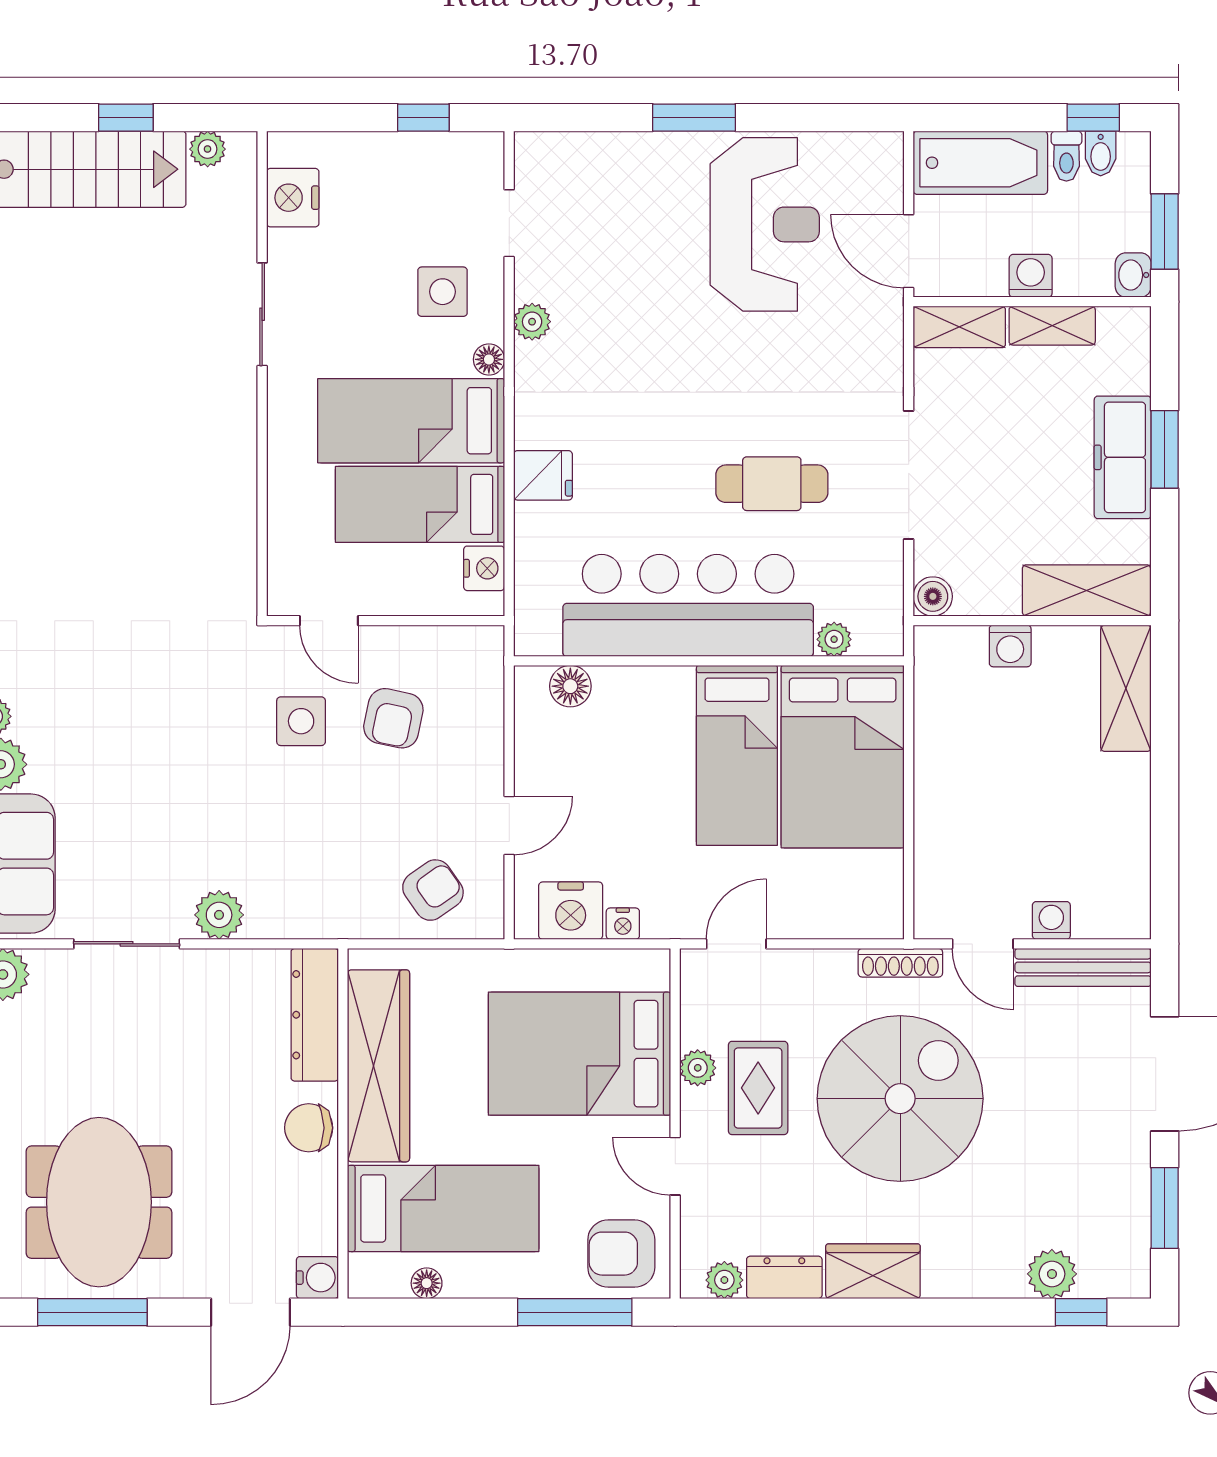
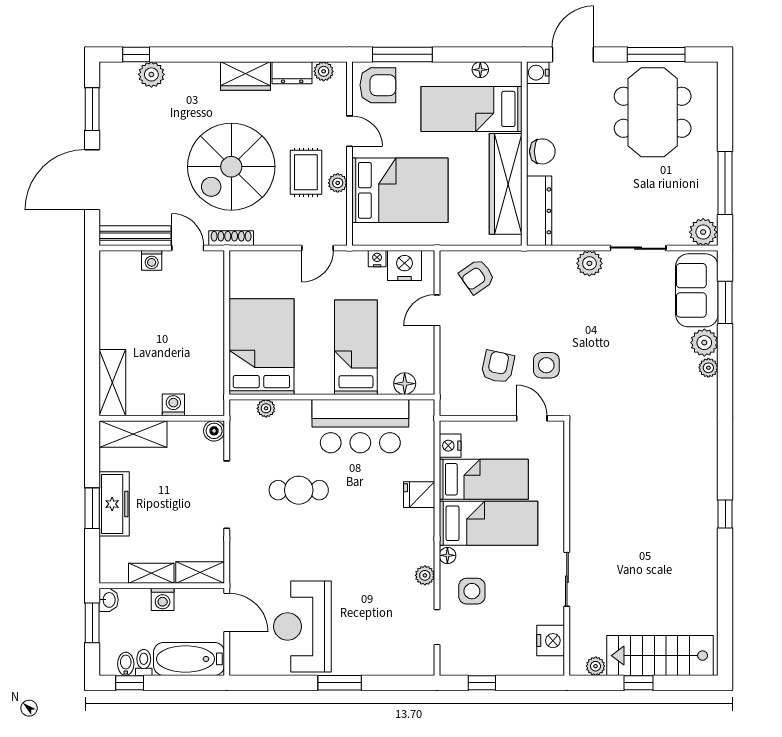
bar counter: (688, 605) -> (360, 426), width x0.73
bed: (737, 755) -> (356, 347), moved

